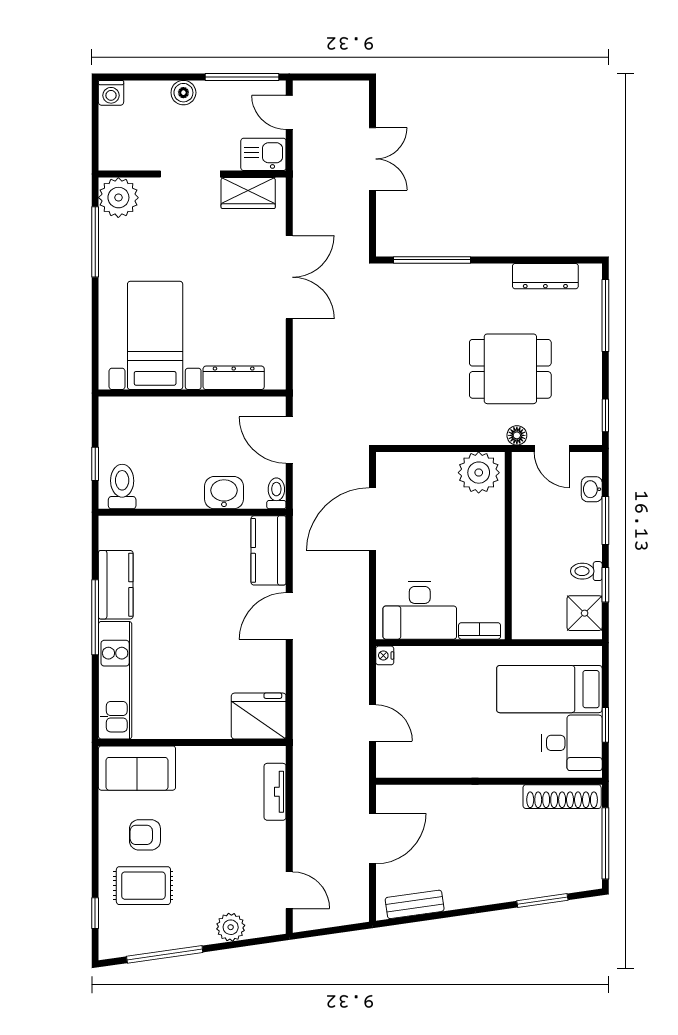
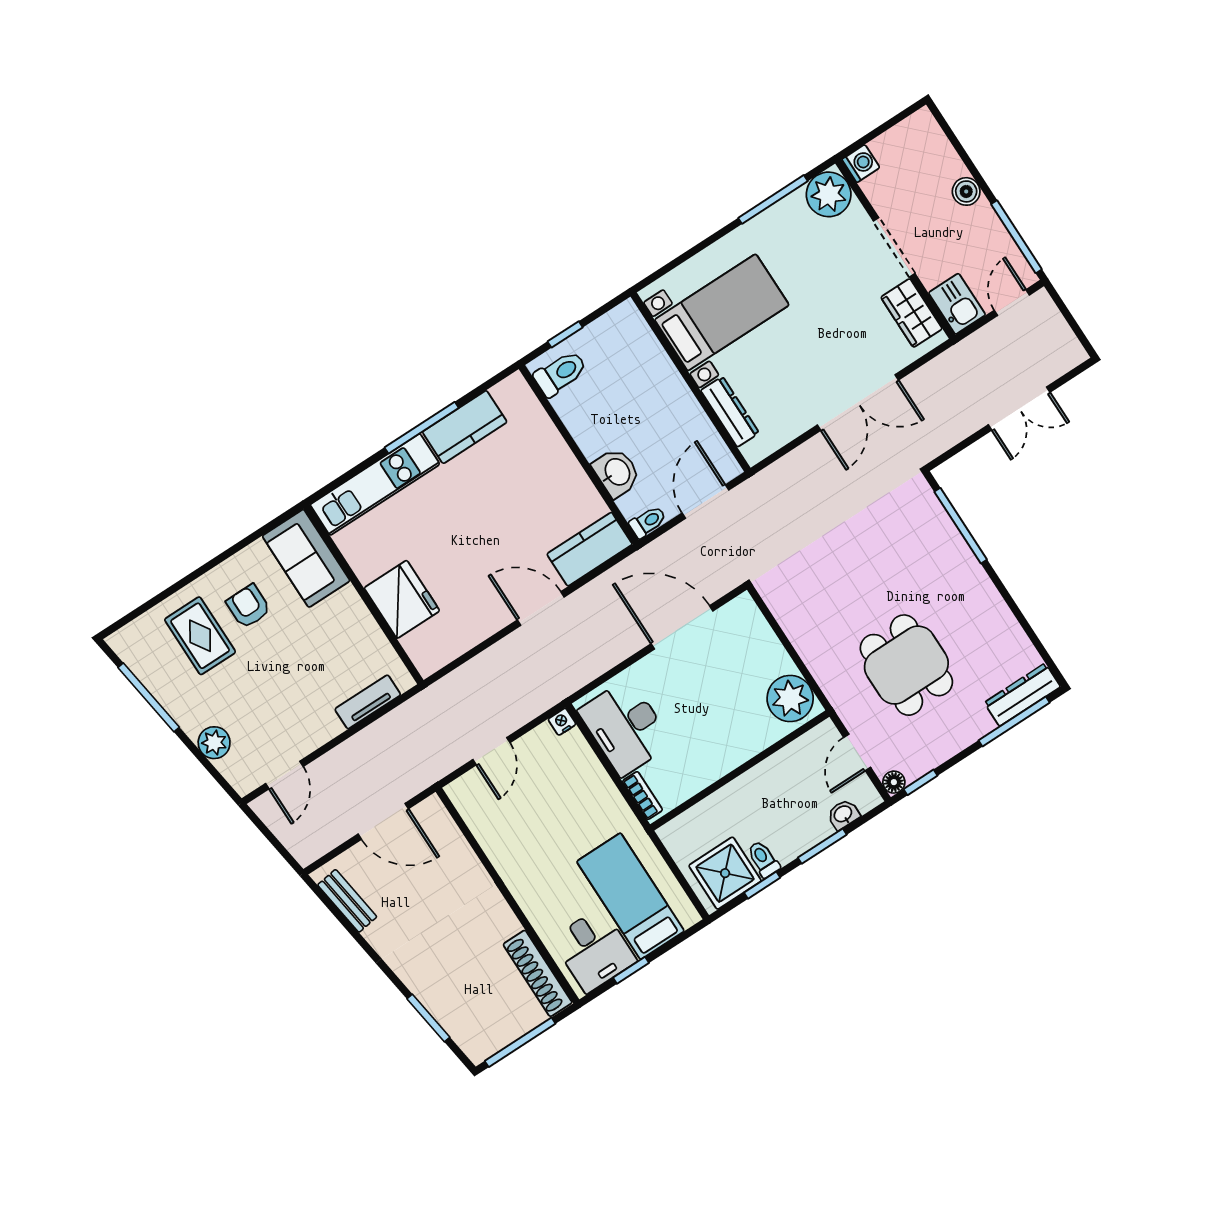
washing machine: (111, 93) -> (861, 163), moved, turned 180
dresser: (545, 276) -> (1022, 695), moved, turned 90
floor lamp: (517, 435) -> (894, 782), moved
shower: (585, 613) -> (725, 873), width x1.36, depth x1.36
fridge: (259, 716) -> (402, 599), moved
window: (95, 913) -> (145, 607), removed

